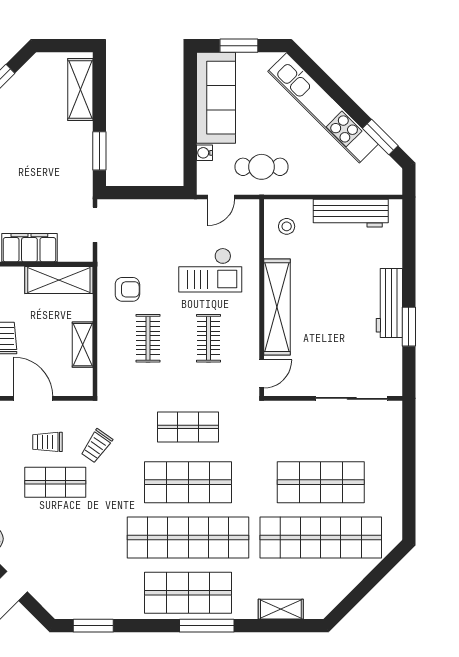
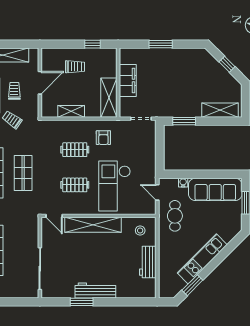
kitchen unit: (323, 108) -> (202, 259), width x0.73
workbench: (351, 213) -> (148, 262), width x0.73
checkout: (210, 270) -> (115, 186), width x1.36, depth x1.21

